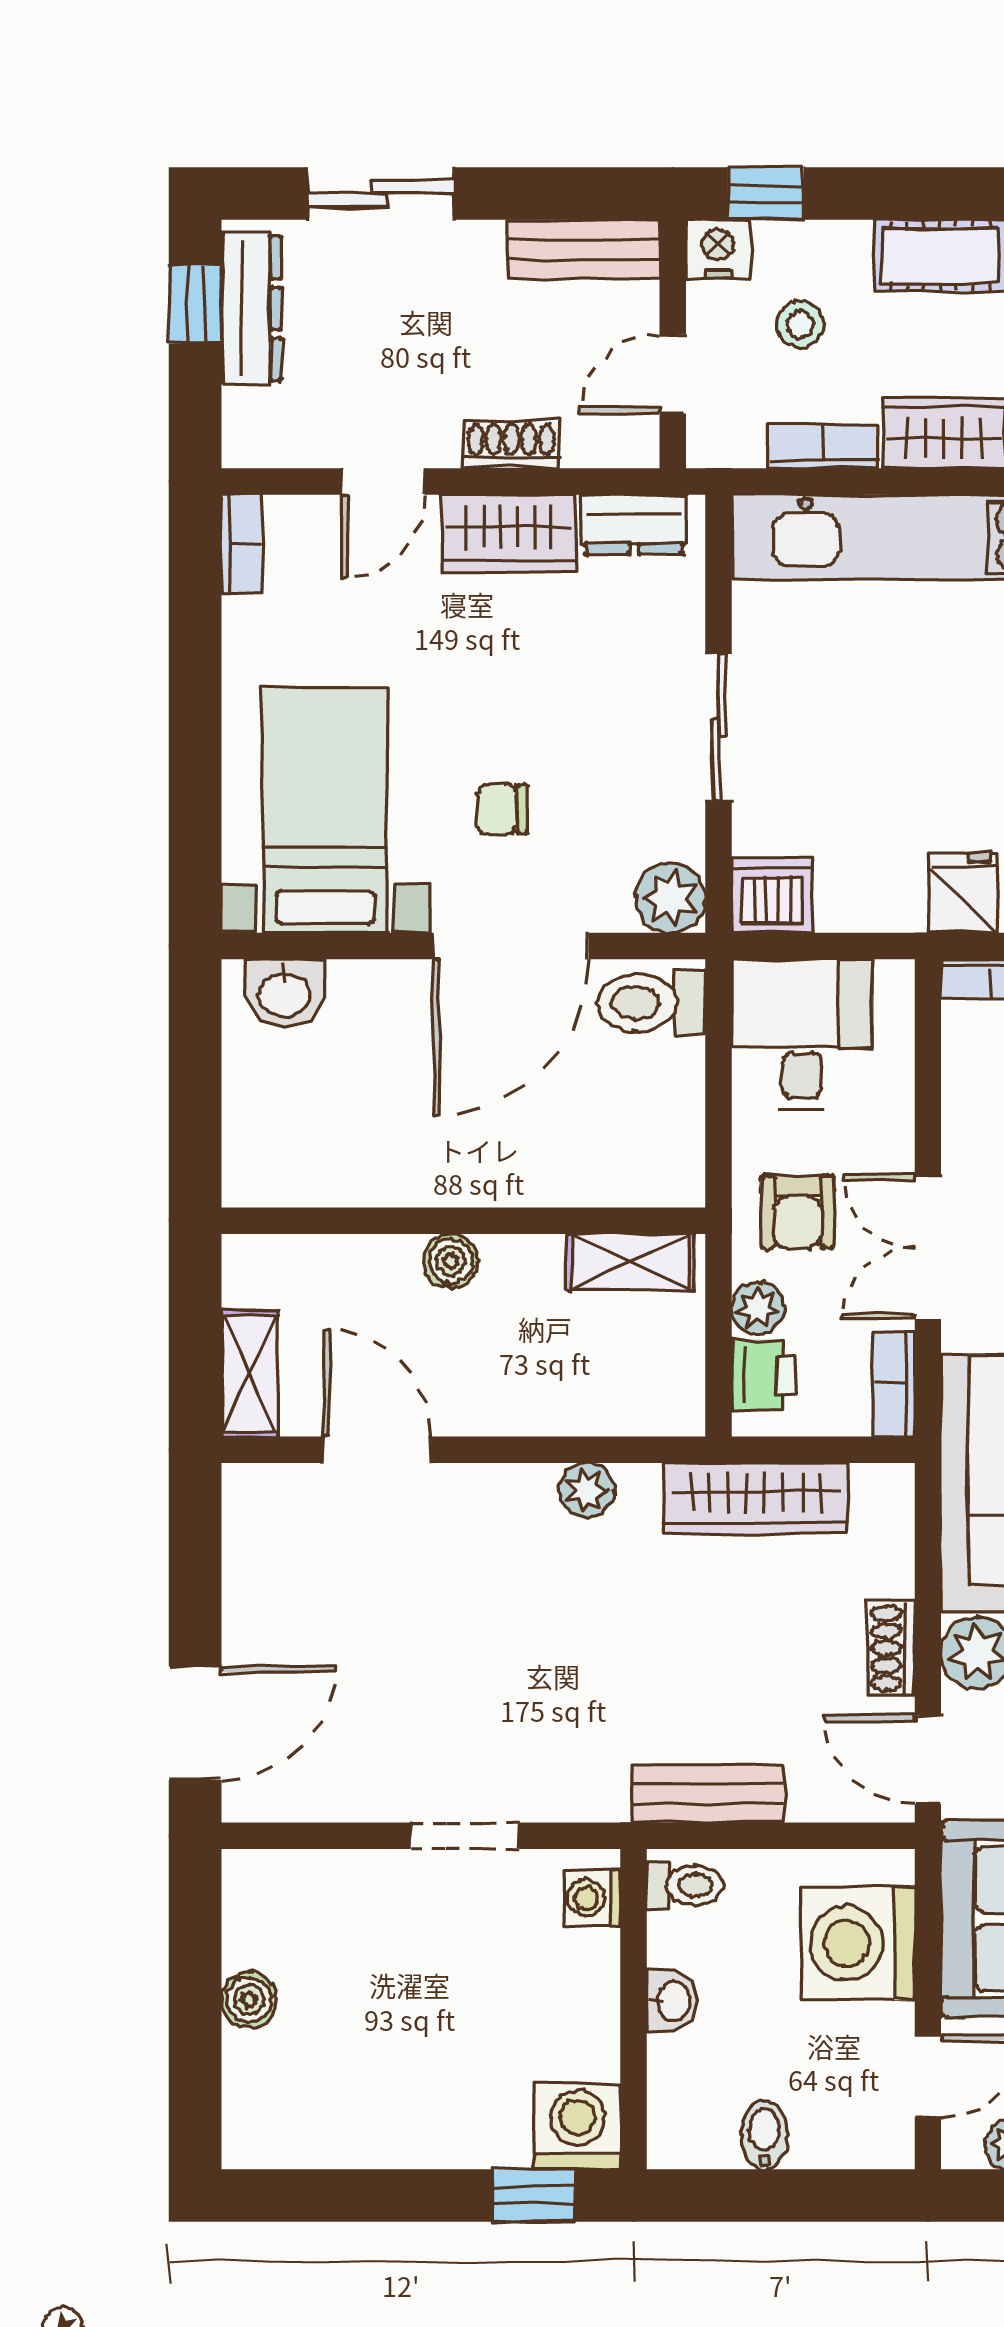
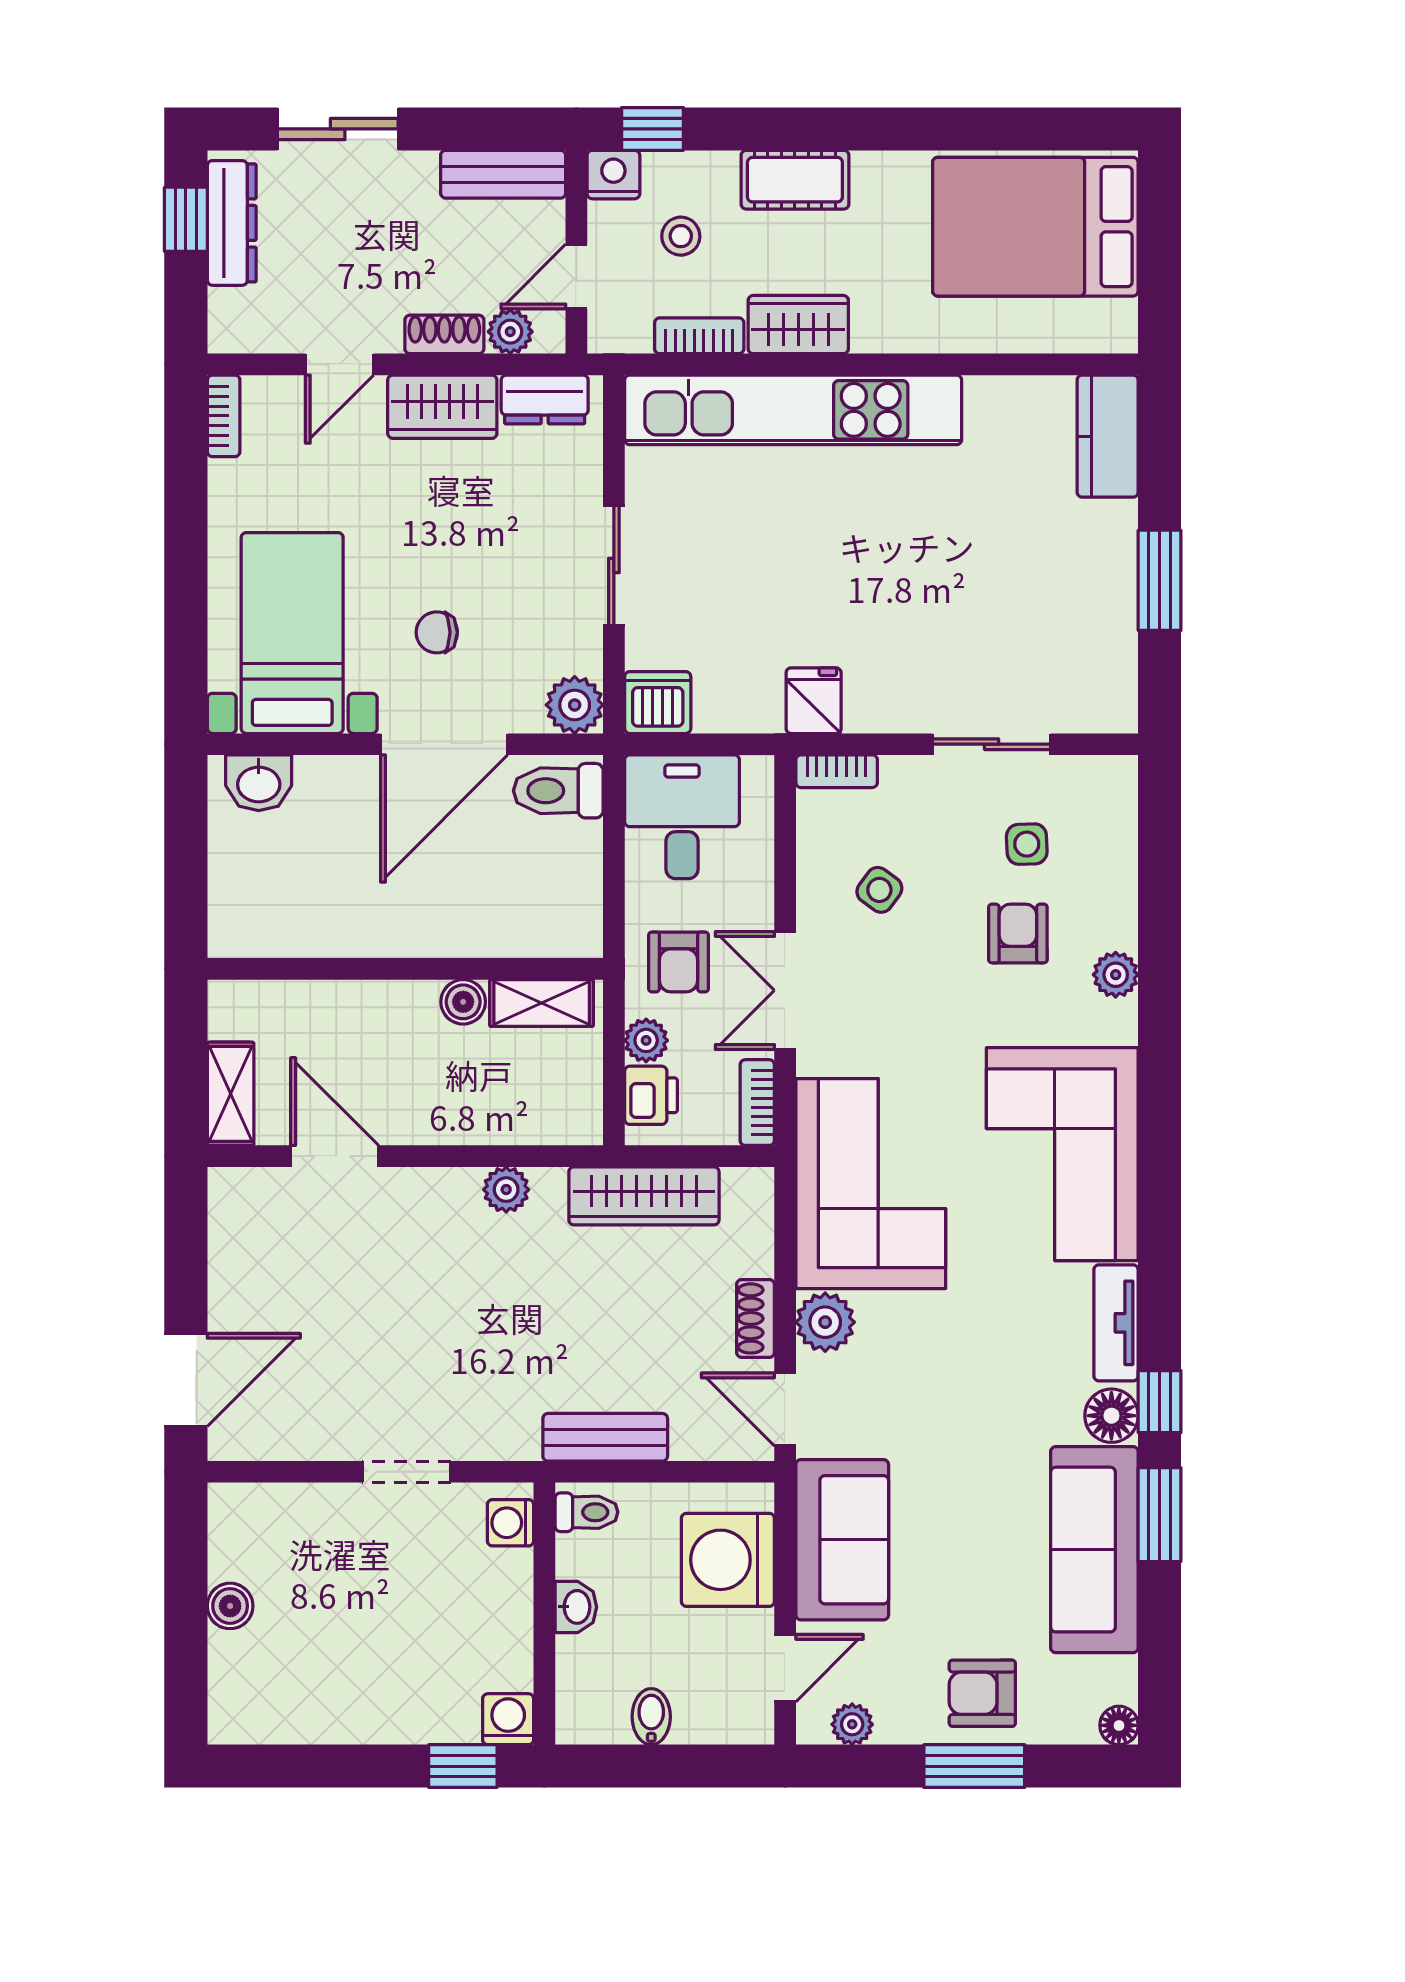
plant: (592, 441) -> (510, 332), added
boiler: (451, 1261) -> (463, 1002), moved
washing machine: (577, 2126) -> (508, 1719), width x0.73, depth x0.73

